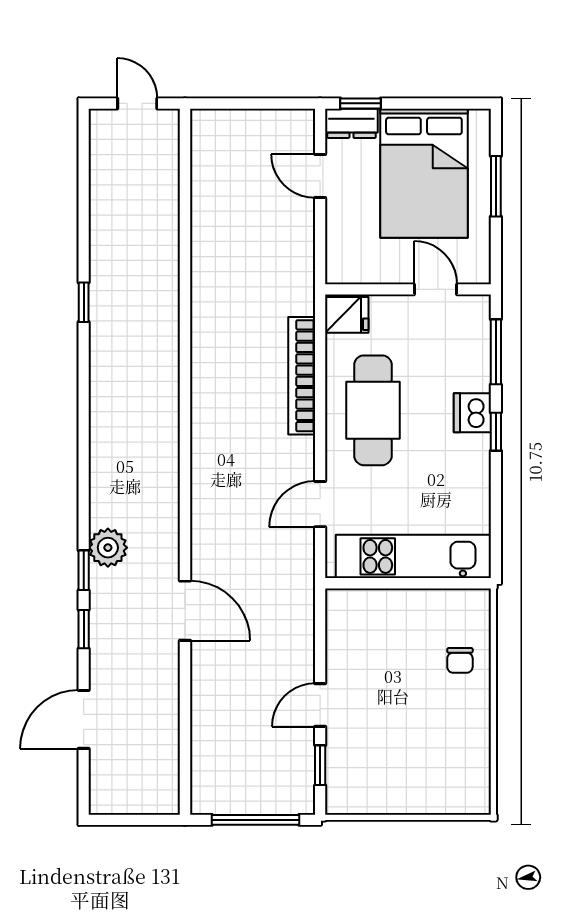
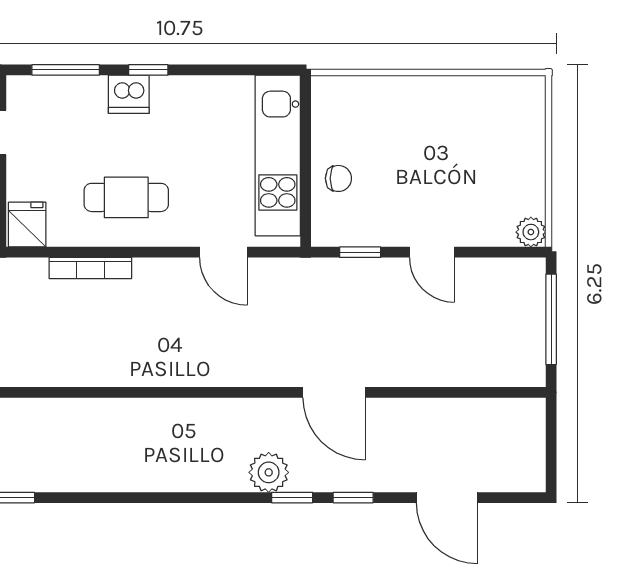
bookcase: (302, 376) -> (90, 268), width x0.68, depth x0.76
cafe table: (373, 410) -> (126, 197), width x0.73, depth x0.74
door: (185, 611) -> (334, 392), swing flipped
chair: (460, 660) -> (338, 178), moved
window: (320, 765) -> (360, 252), moved
plant: (340, 800) -> (531, 232), added

